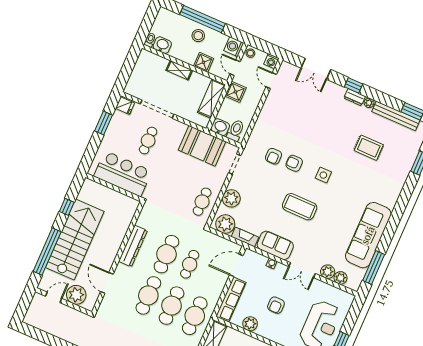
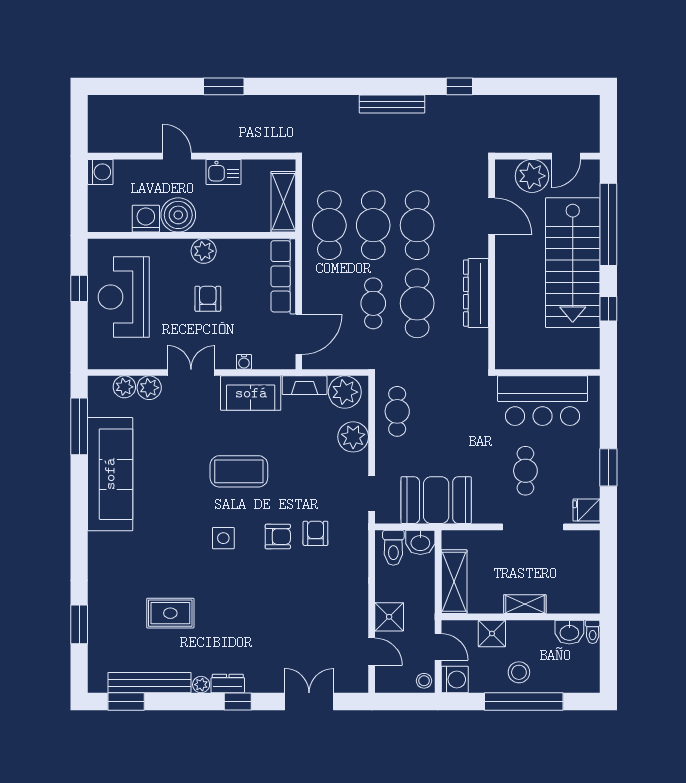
washing machine: (271, 61) -> (385, 683), removed
shower: (236, 92) -> (389, 617), moved
plant: (250, 324) -> (204, 251), moved

